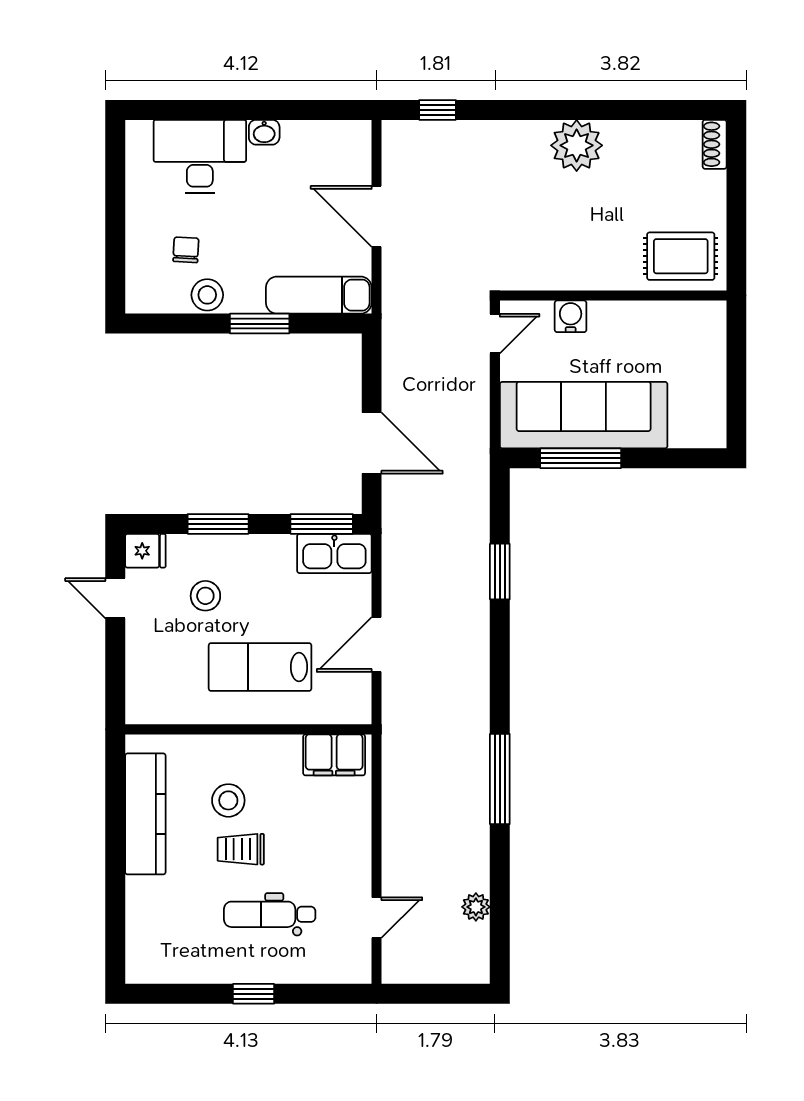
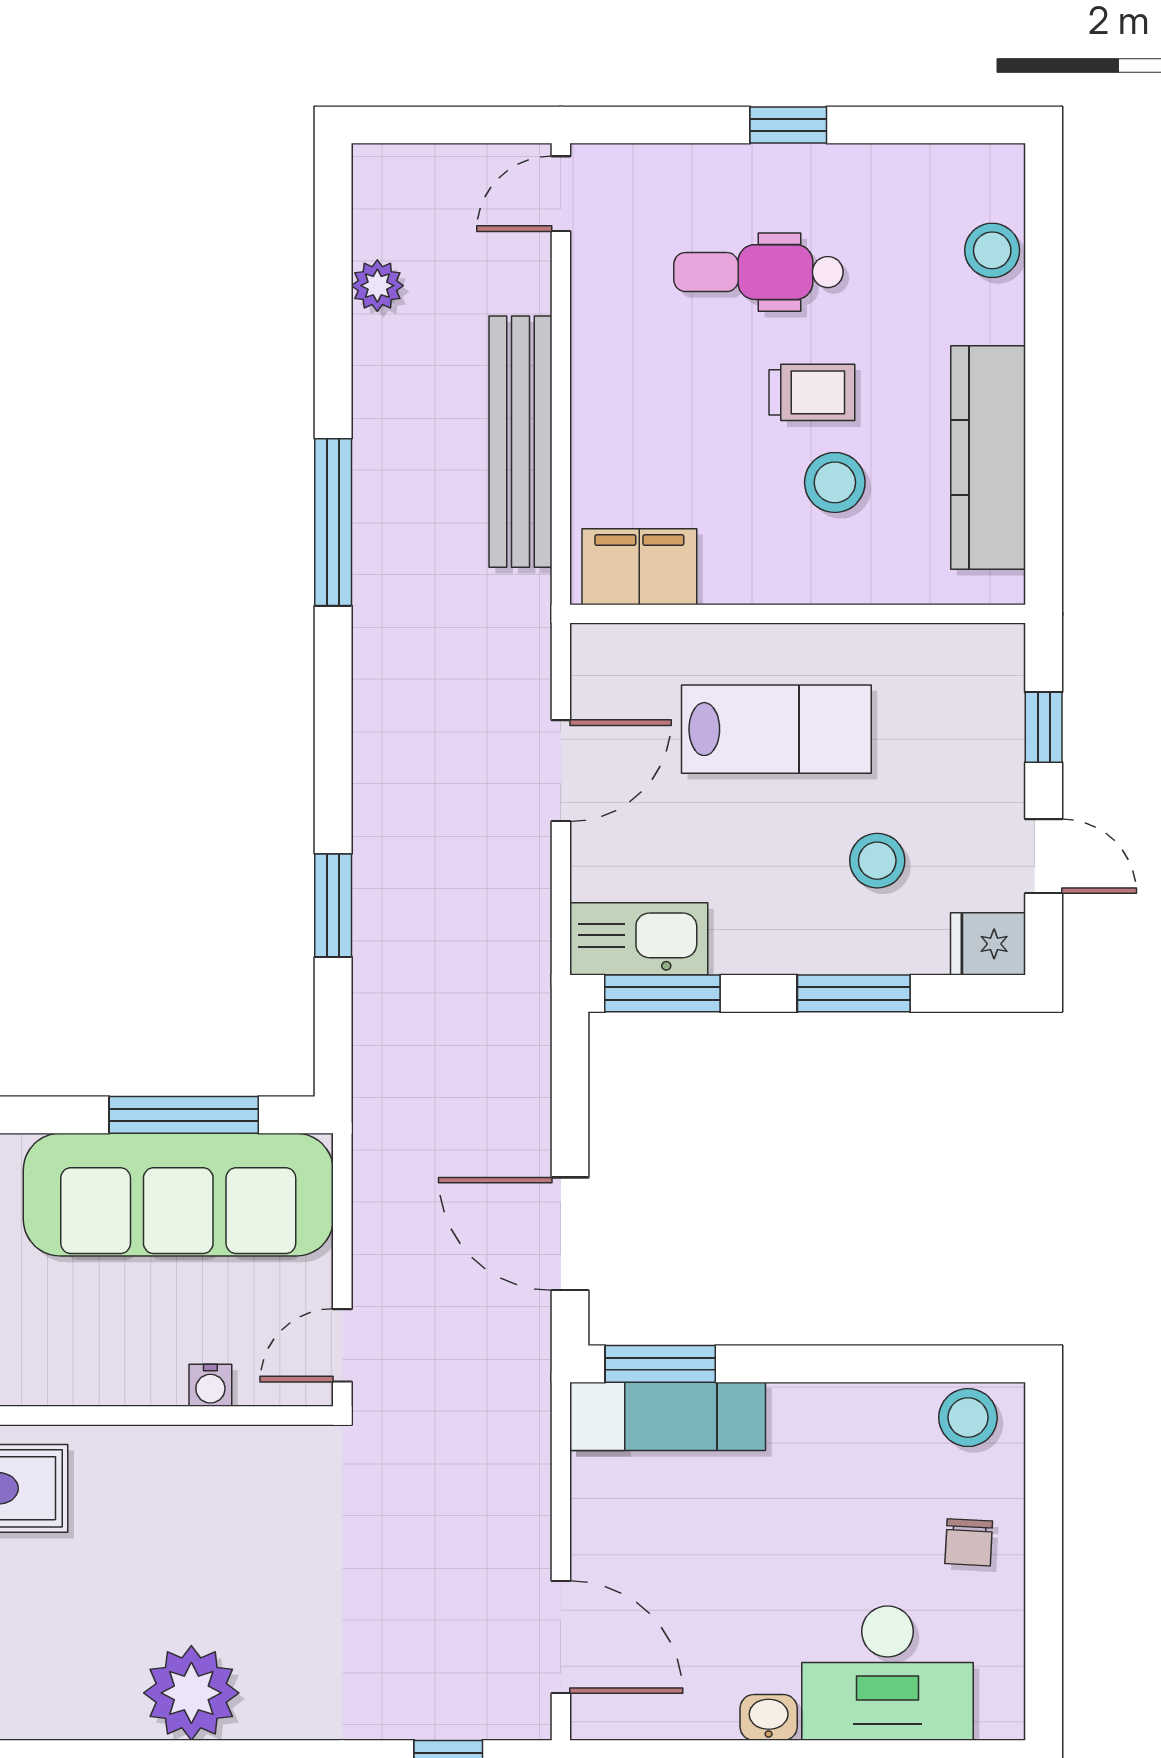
door: (377, 216) -> (561, 1637), moved
chair: (186, 250) -> (969, 1542), moved
stool: (207, 295) -> (968, 1418), moved
water cooler: (571, 316) -> (210, 1385), width x0.72, depth x0.72
window: (260, 324) -> (660, 1364), moved
door: (372, 443) -> (570, 1234), moved
window: (115, 668) -> (1044, 727), added
bench: (398, 823) -> (521, 442), added
dental chair: (270, 914) -> (758, 272), turned 180
door: (377, 918) -> (561, 194), moved
stool: (143, 926) -> (992, 250), added

